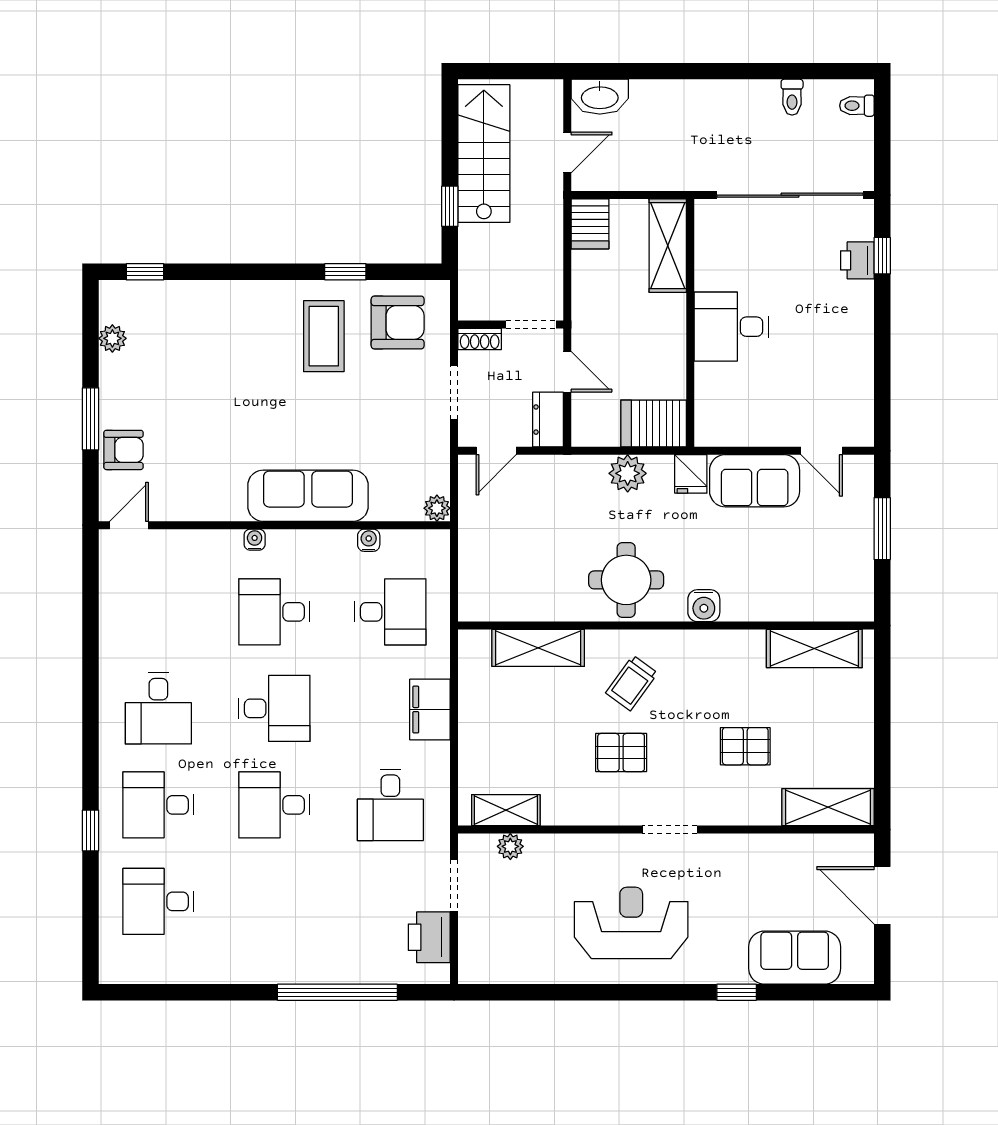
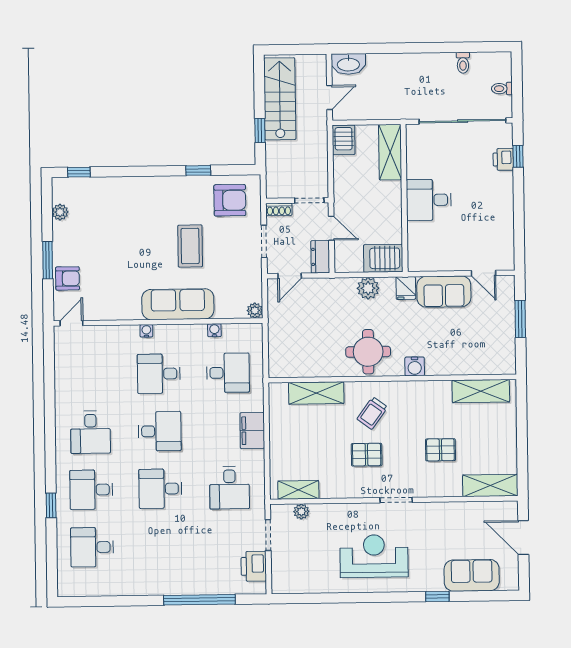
toilet: (857, 106) -> (502, 89), moved
coffee table: (324, 336) -> (190, 246), moved

